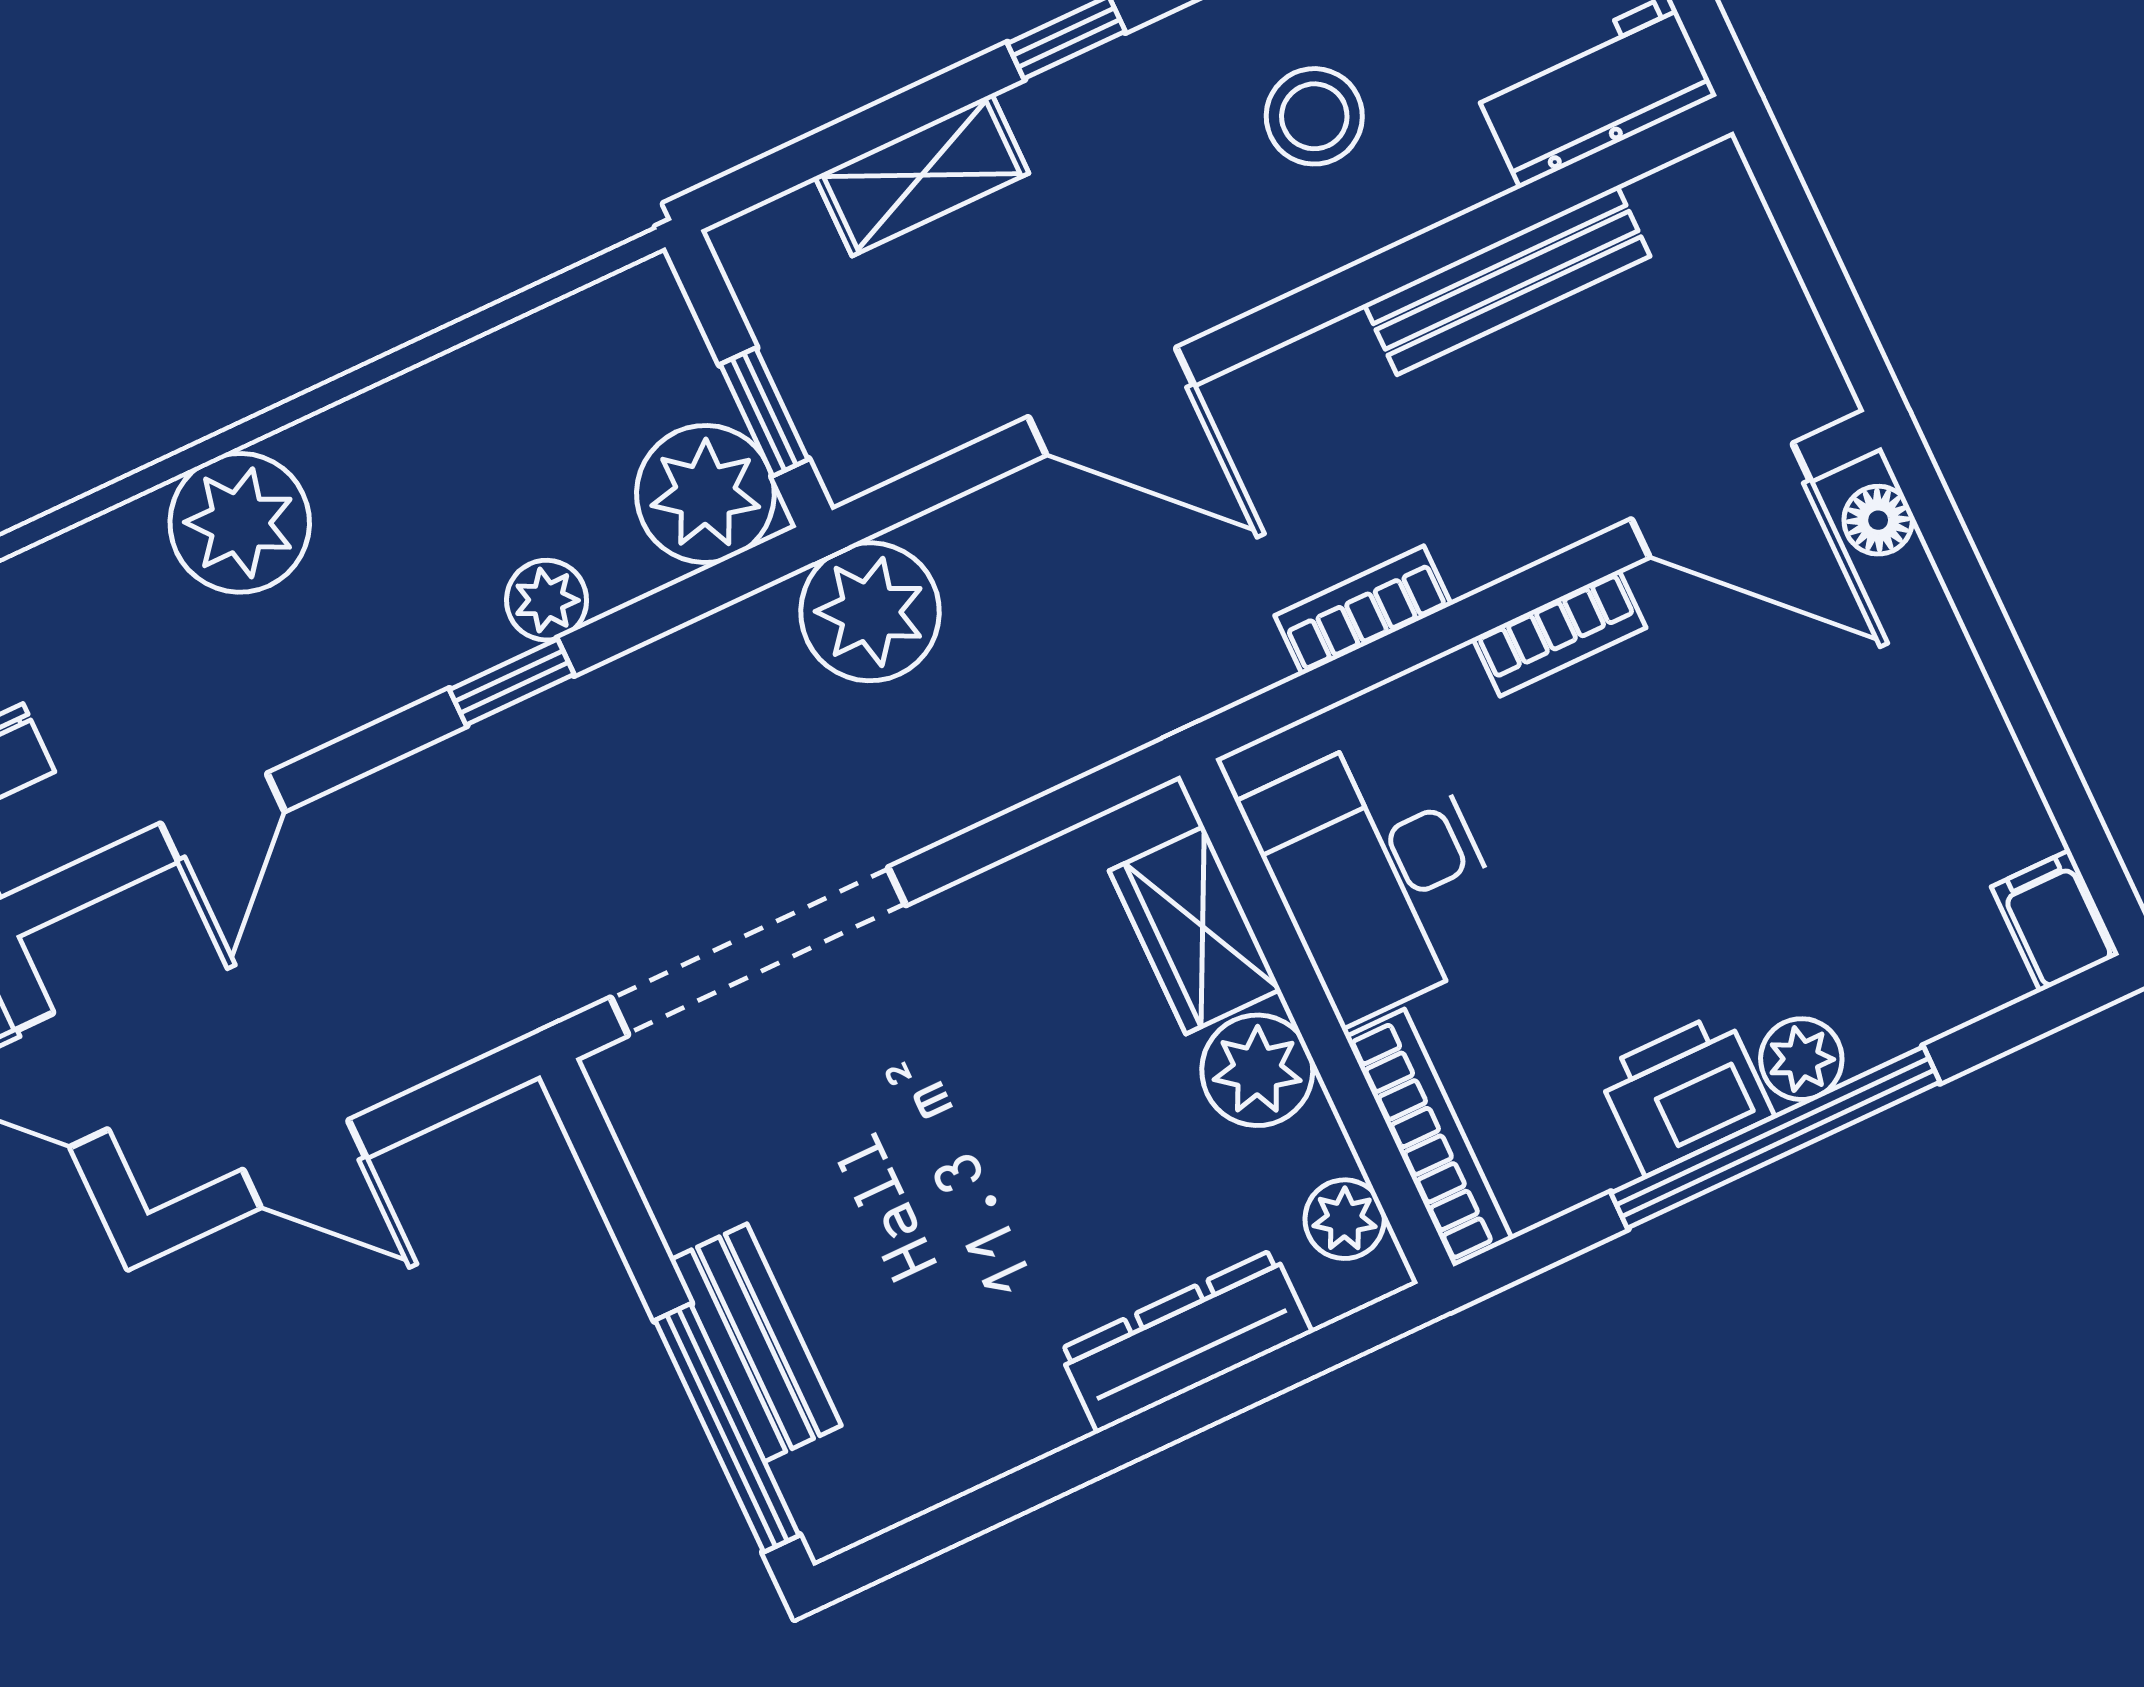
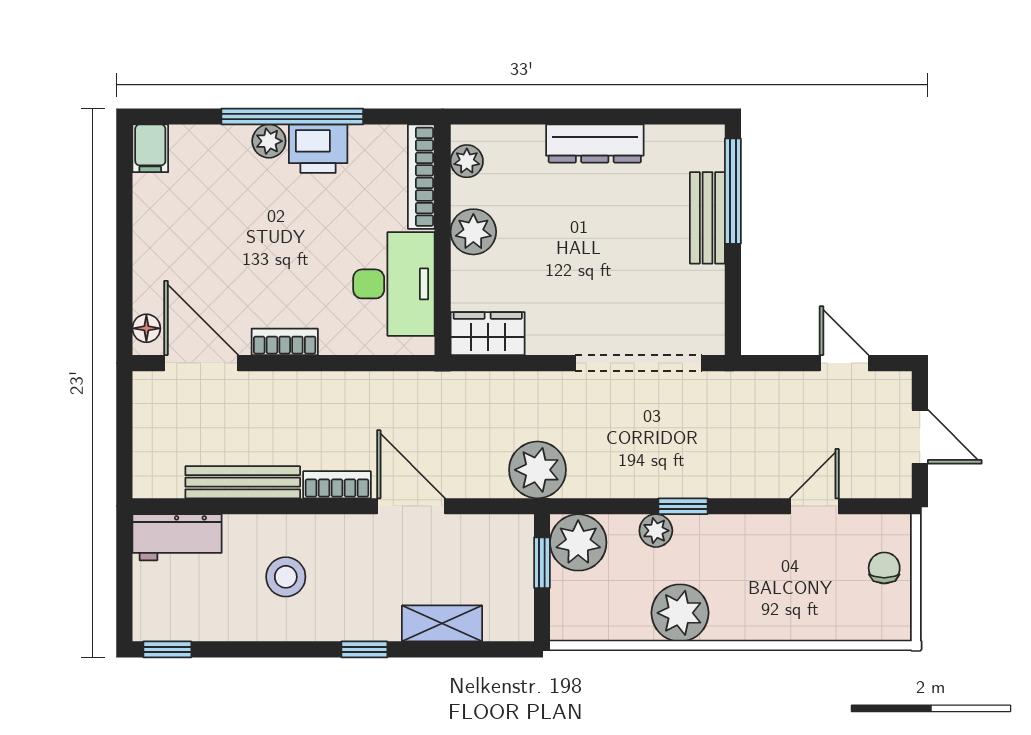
plant: (240, 523) -> (680, 613), moved
bookcase: (1363, 610) -> (337, 485), moved, turned 180
wardrobe: (1195, 930) -> (488, 334), moved, turned -90
dresser: (1185, 1341) -> (595, 143), moved

